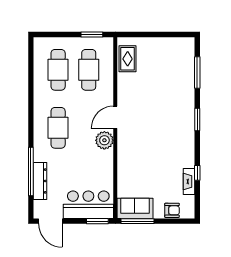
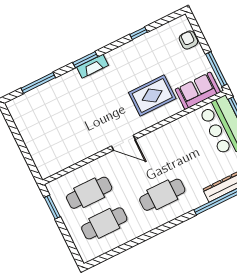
rug: (128, 59) -> (152, 95), moved, width x1.36, depth x1.43
plant: (104, 140) -> (152, 142), removed
fireplace: (189, 182) -> (93, 66), moved
sofa: (135, 208) -> (198, 91), moved, turned 90

